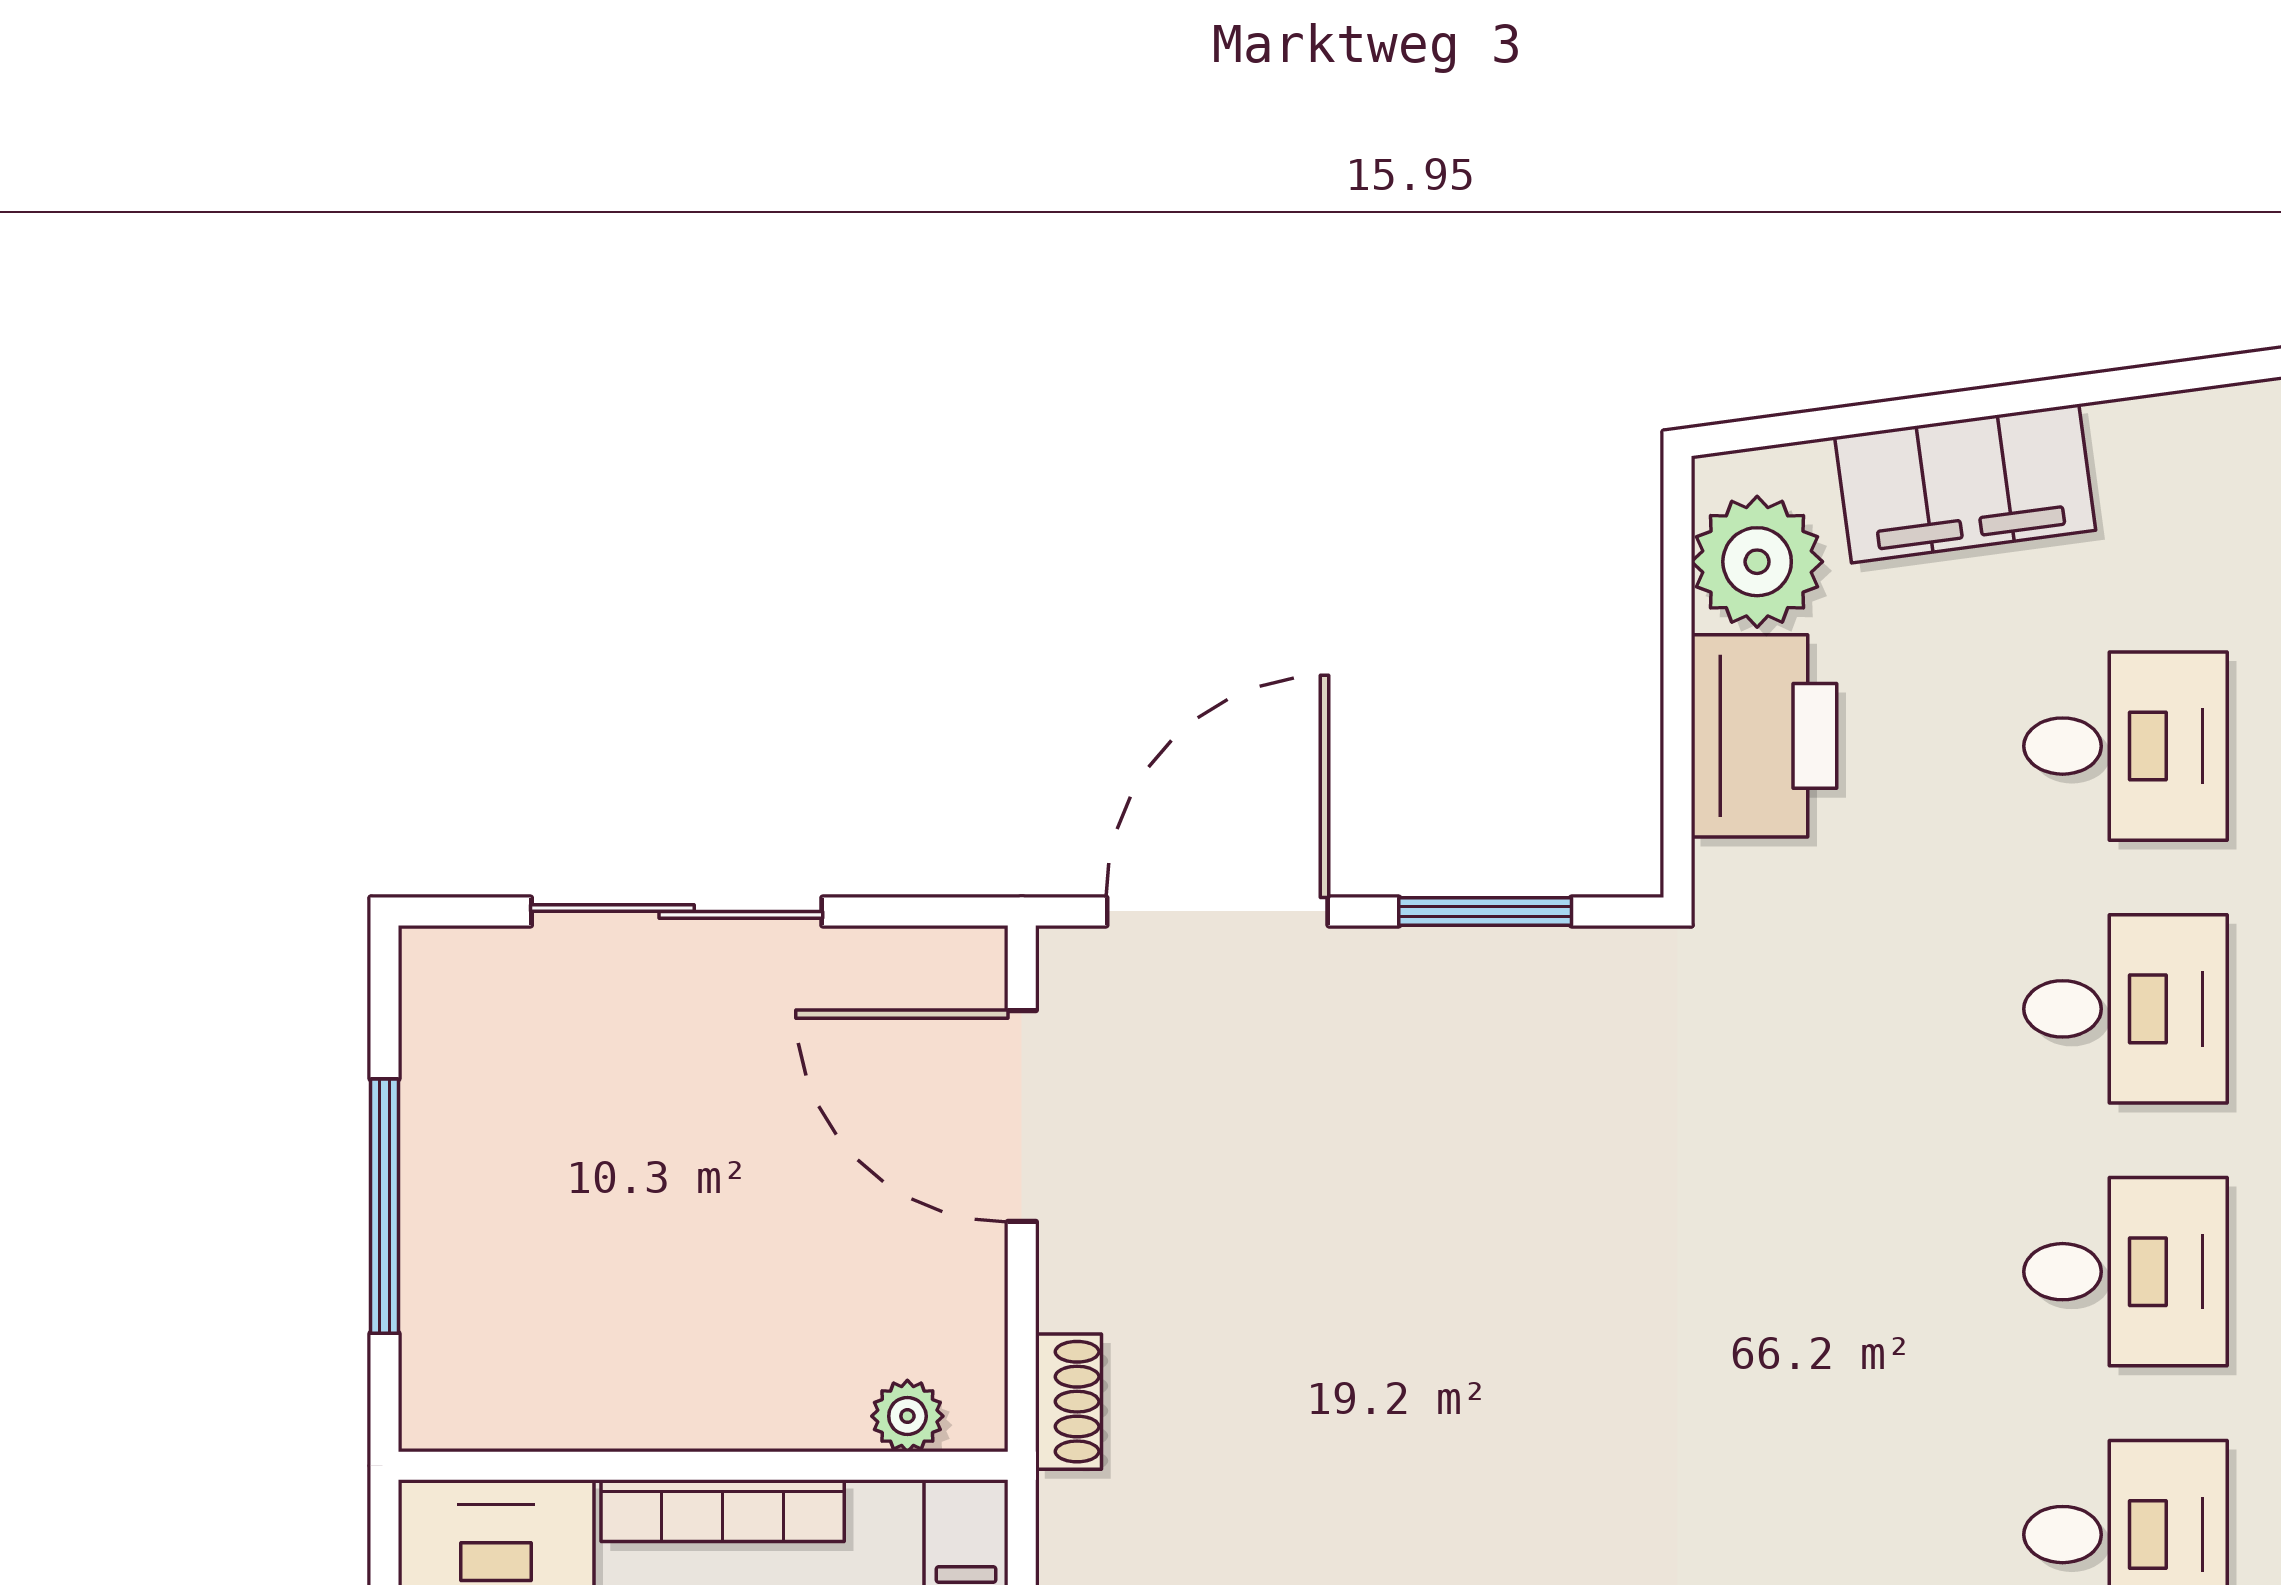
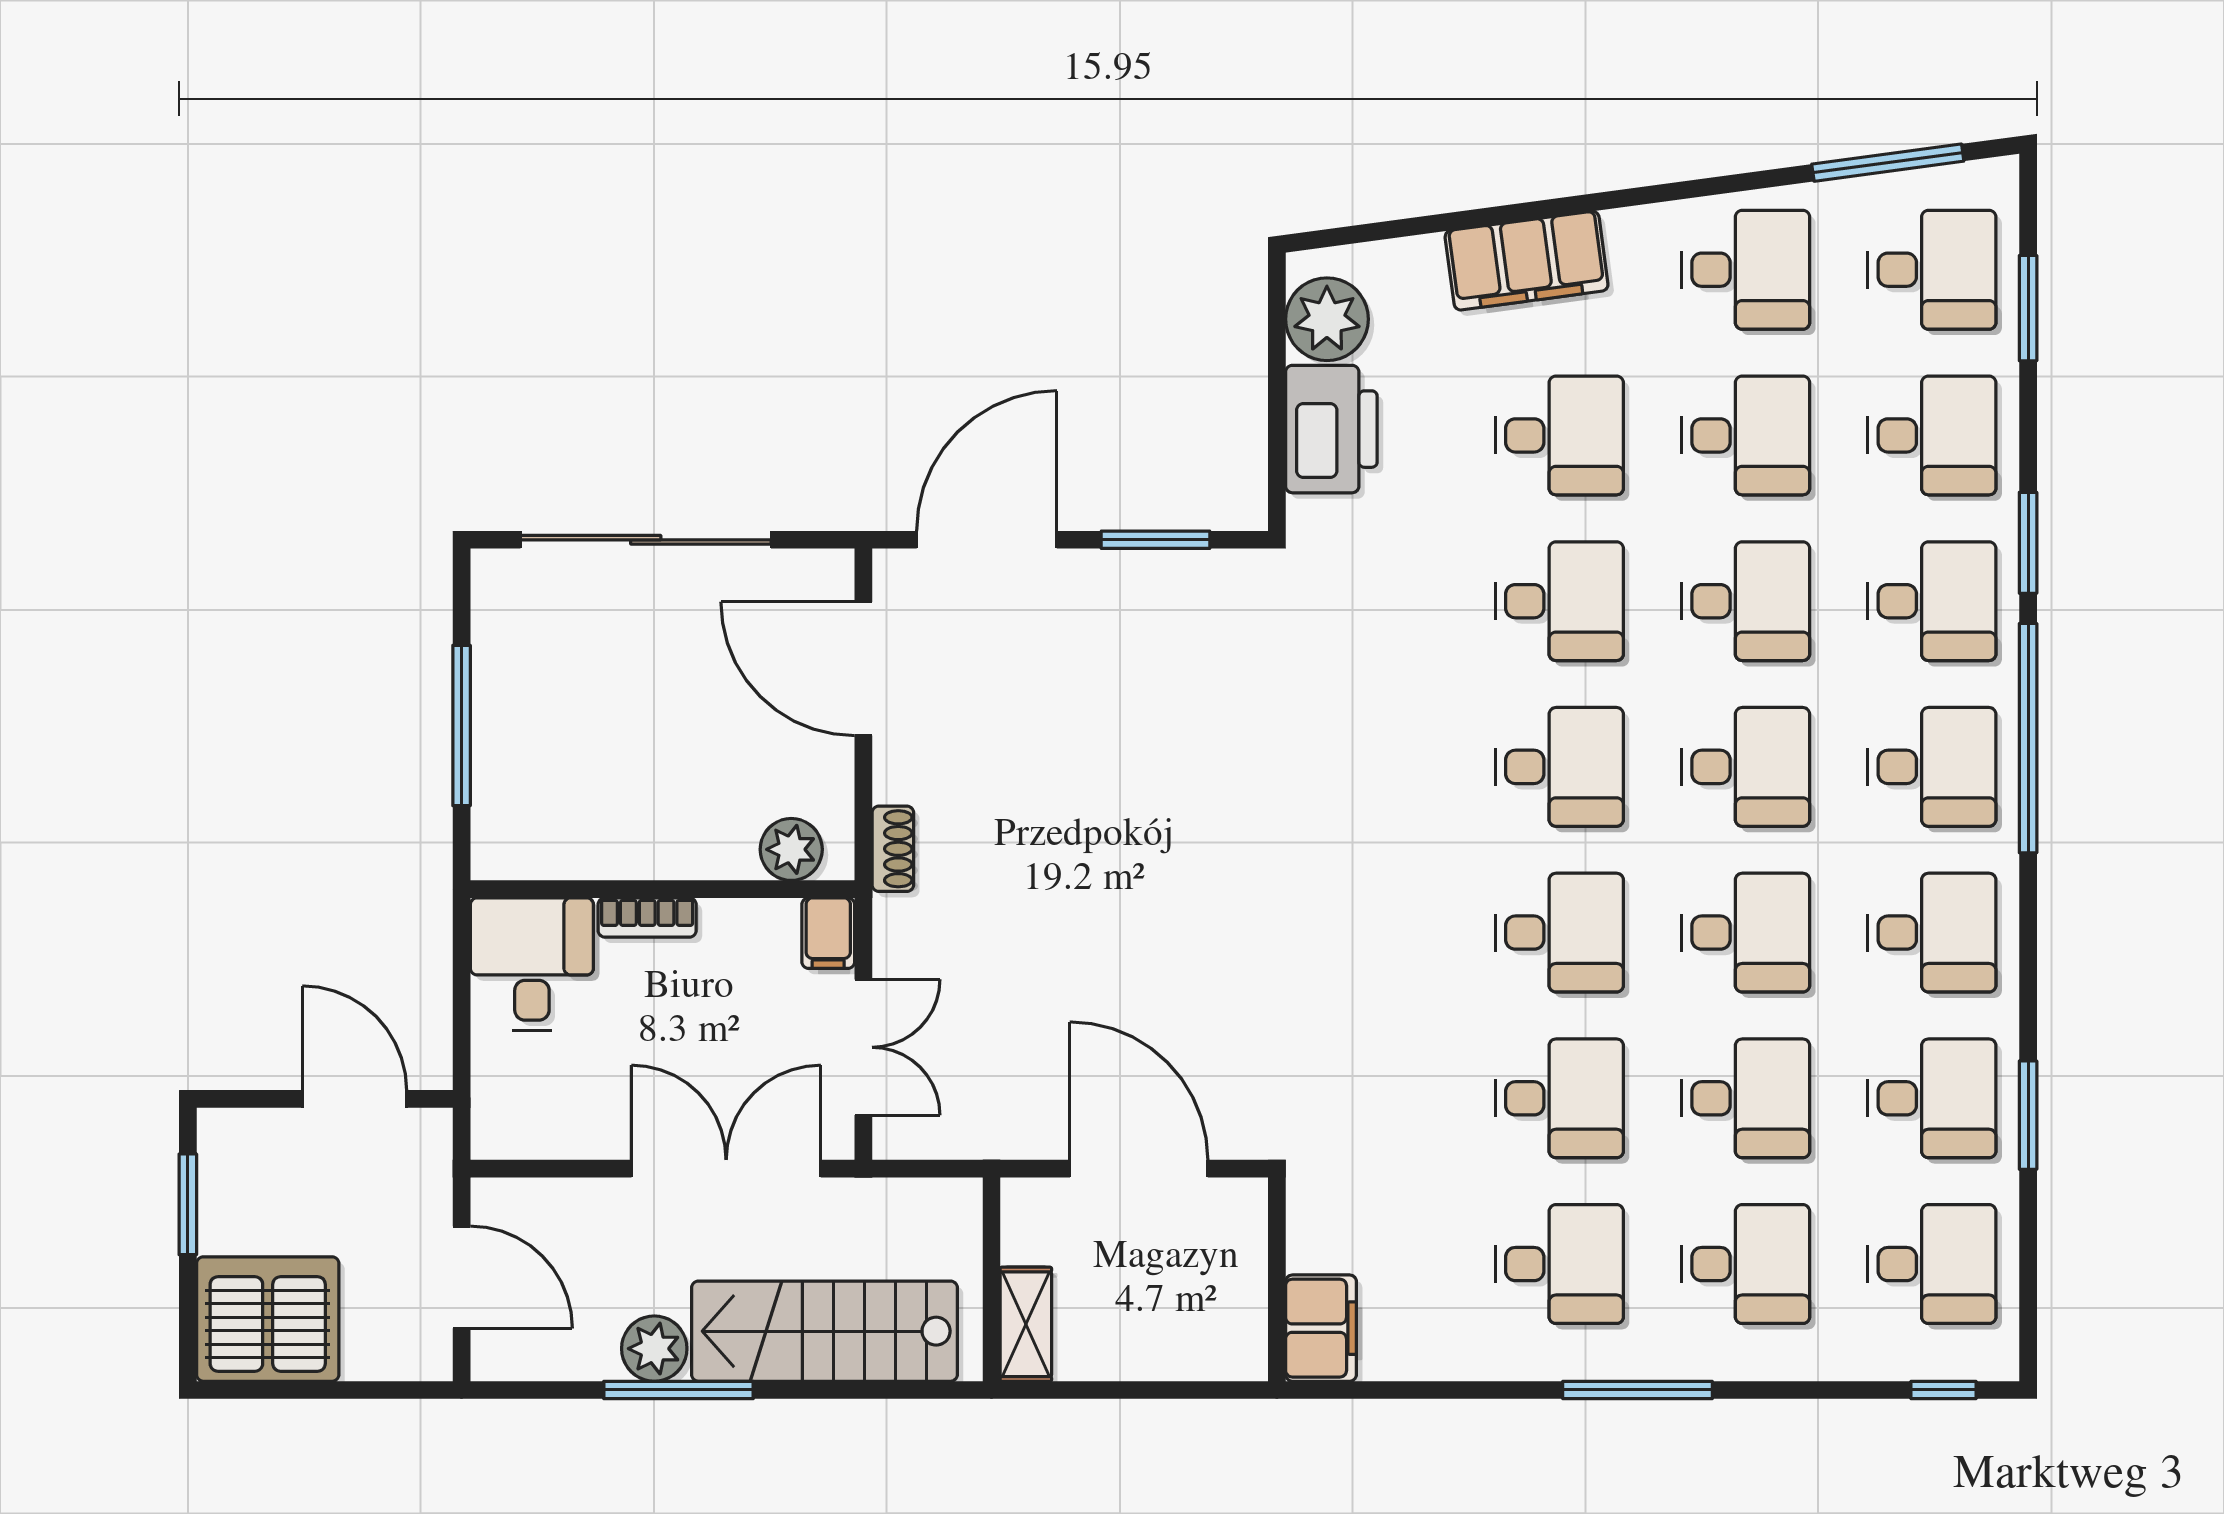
filing cabinet: (1965, 483) -> (1527, 261), moved
sliding door: (677, 911) -> (646, 540), width x1.36
plant: (907, 1416) -> (791, 849), width x1.38, depth x1.38
bookcase: (723, 1511) -> (647, 918), width x0.64

